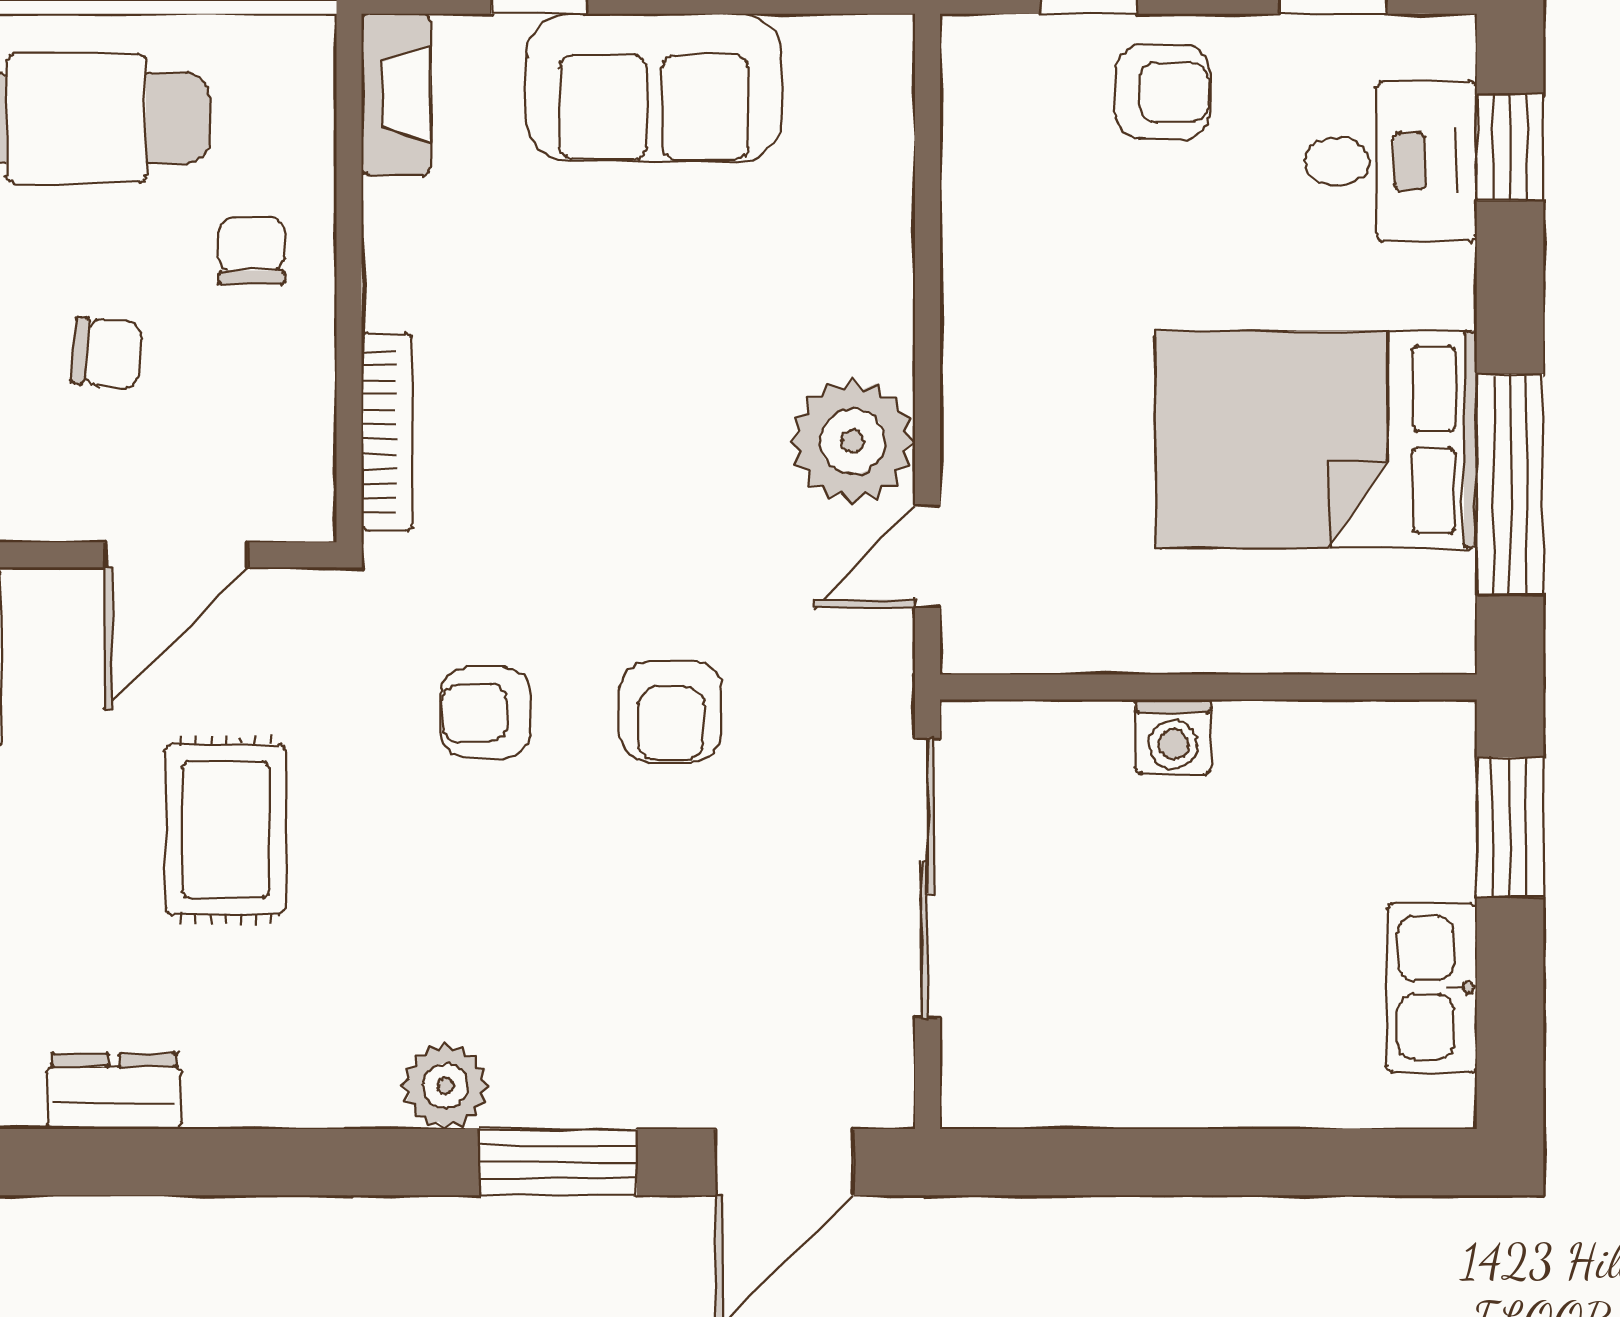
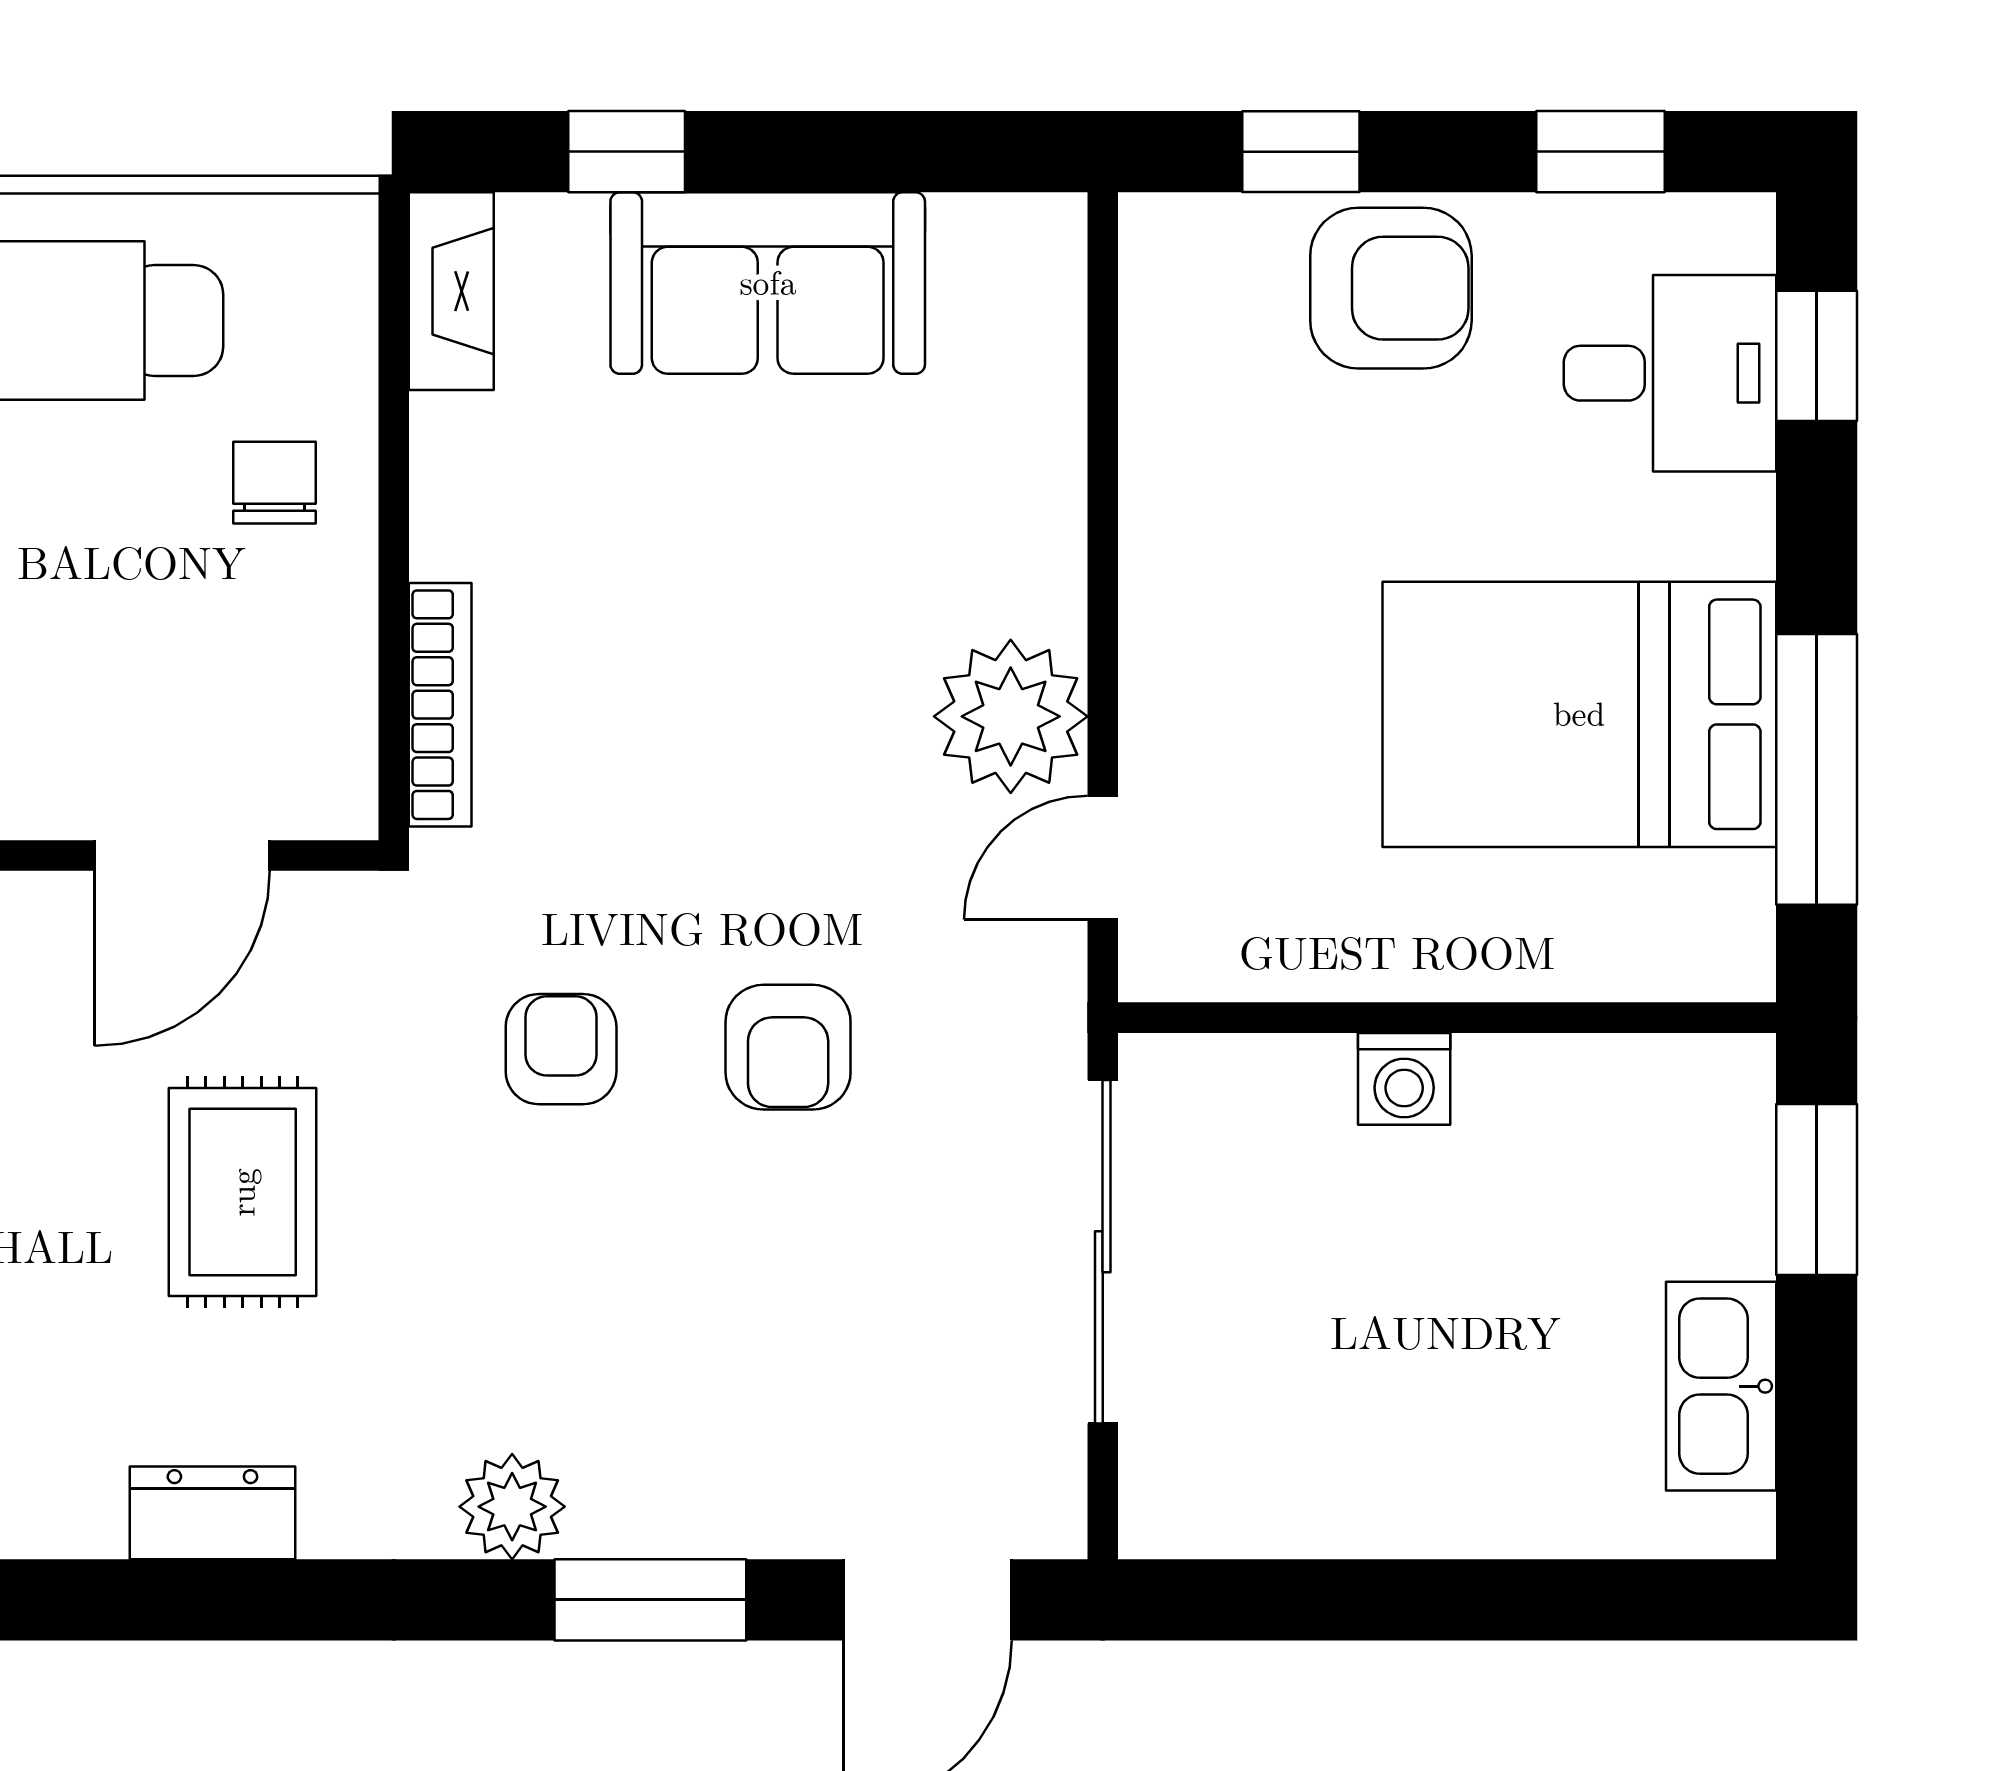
armchair: (1163, 92) -> (1391, 288), width x1.38, depth x1.38
chair: (106, 353) -> (96, 609), removed
armchair: (486, 713) -> (561, 1049), turned 90
dresser: (114, 1091) -> (212, 1513), moved

